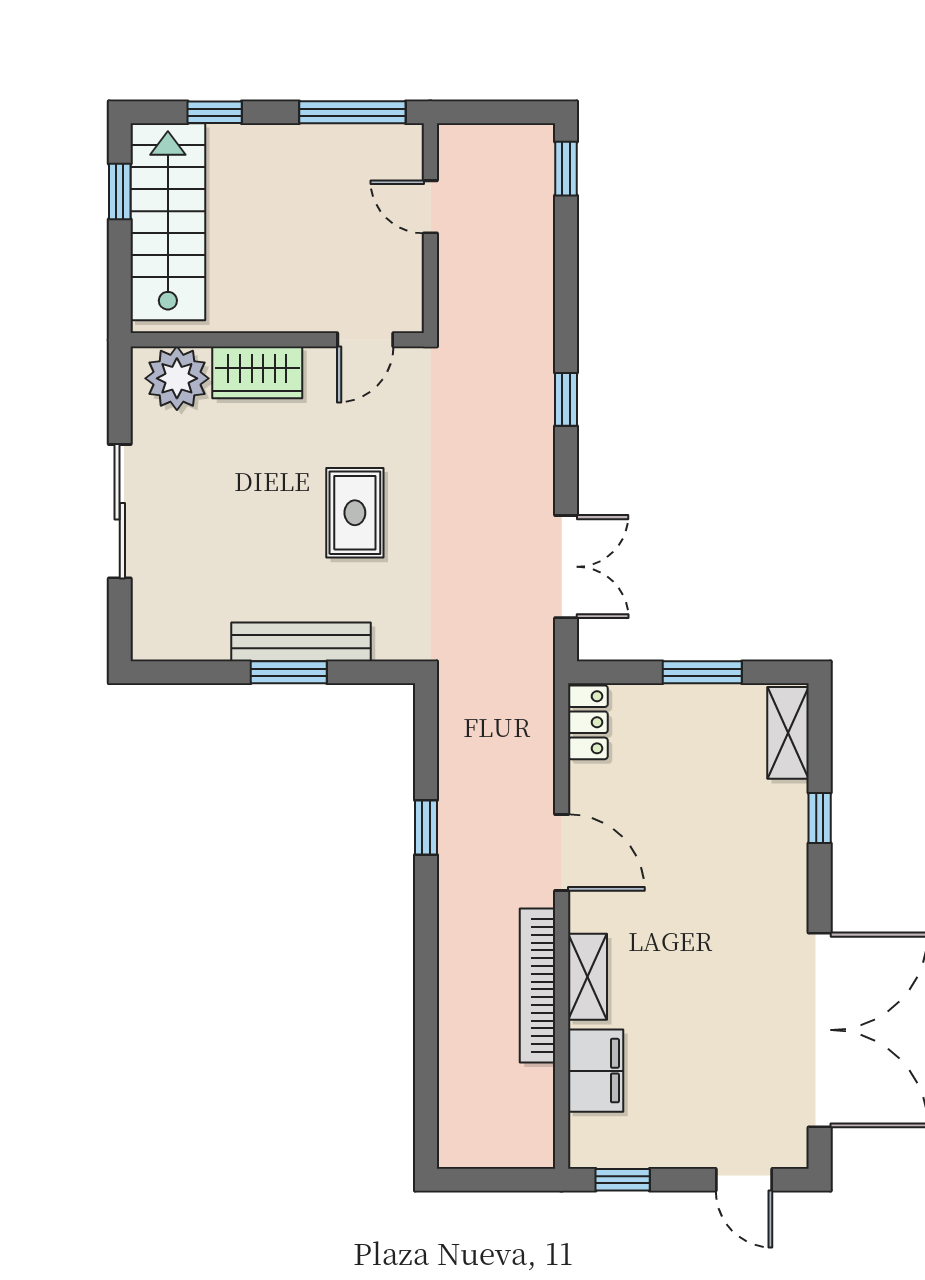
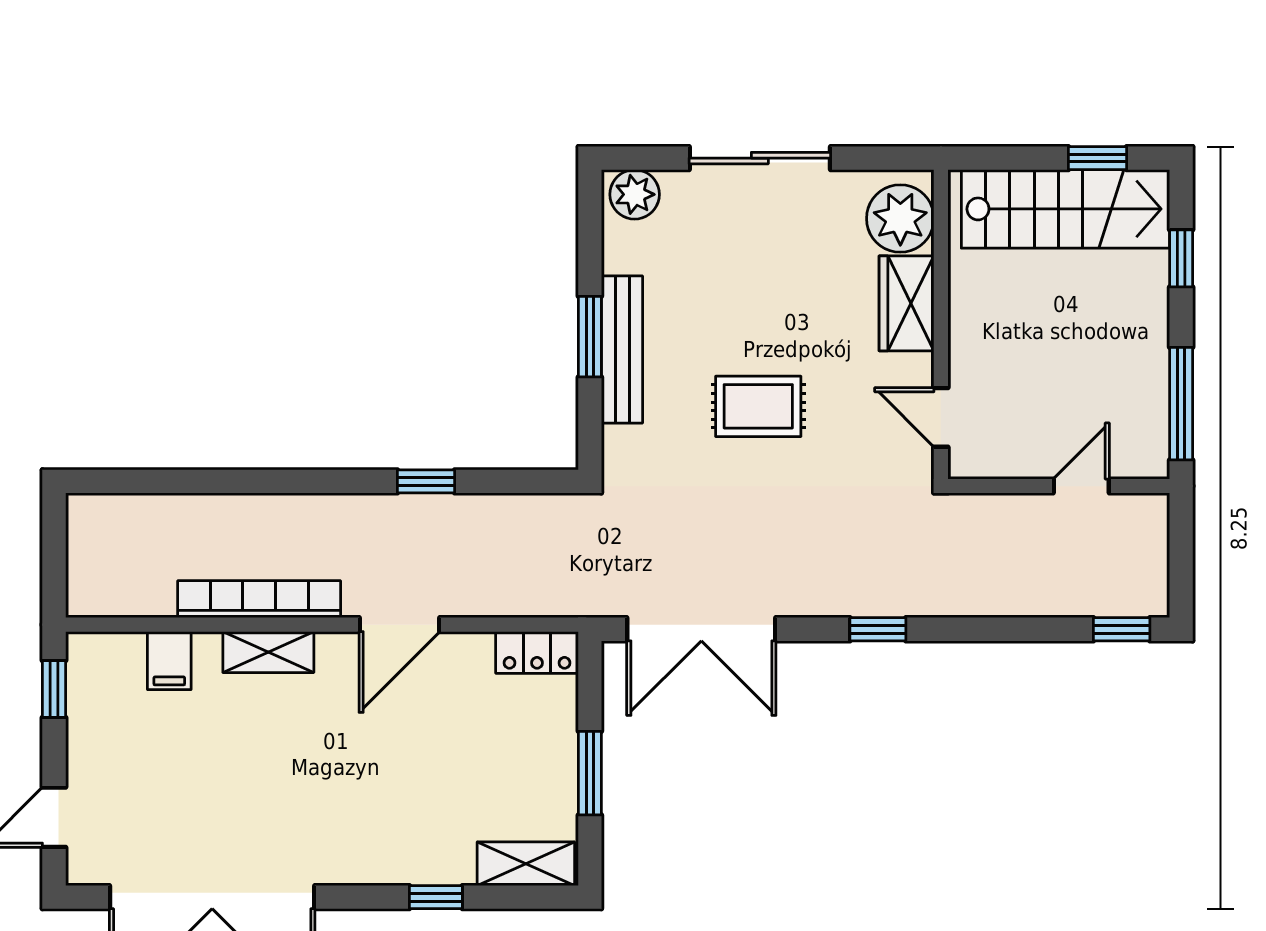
double door: (566, 567) -> (701, 629), width x1.37
plant: (154, 630) -> (635, 194), added
filing cabinet: (596, 1071) -> (169, 661), width x0.50

